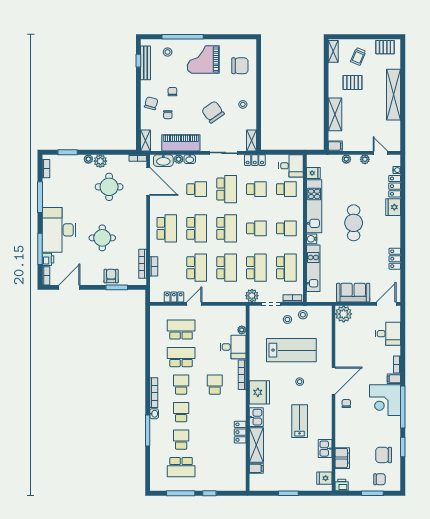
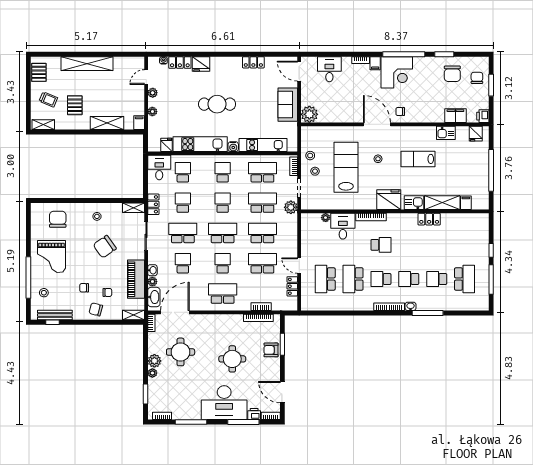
school desk: (197, 228) -> (223, 263), width x0.54
school desk: (215, 385) -> (381, 245), turned 180
window: (288, 493) -> (491, 170), width x2.11

